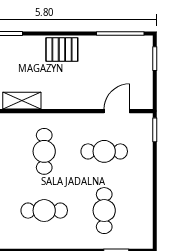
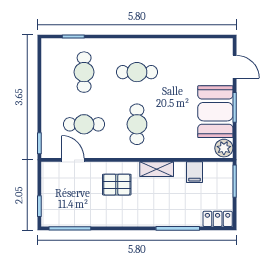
pallet: (62, 50) -> (117, 185), moved
door: (117, 111) -> (73, 160), swing flipped

